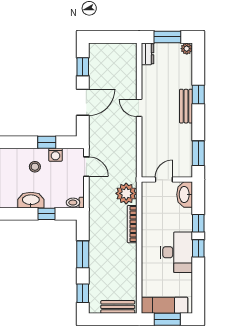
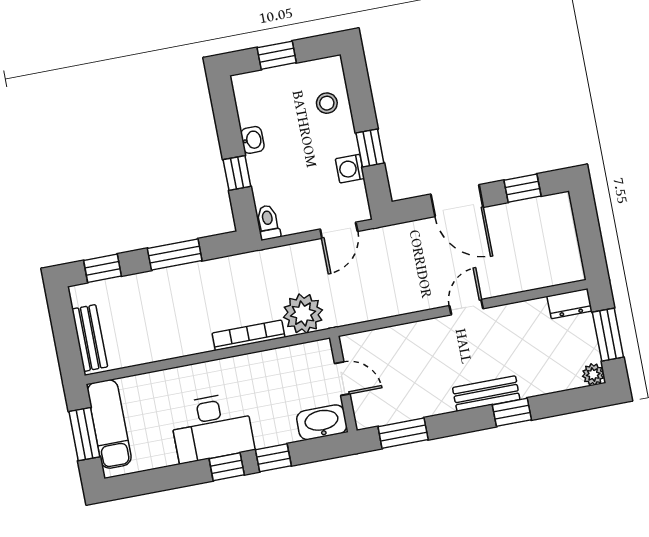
stool: (35, 167) -> (327, 103), moved
washbasin: (31, 200) -> (252, 140), width x0.52, depth x0.69

